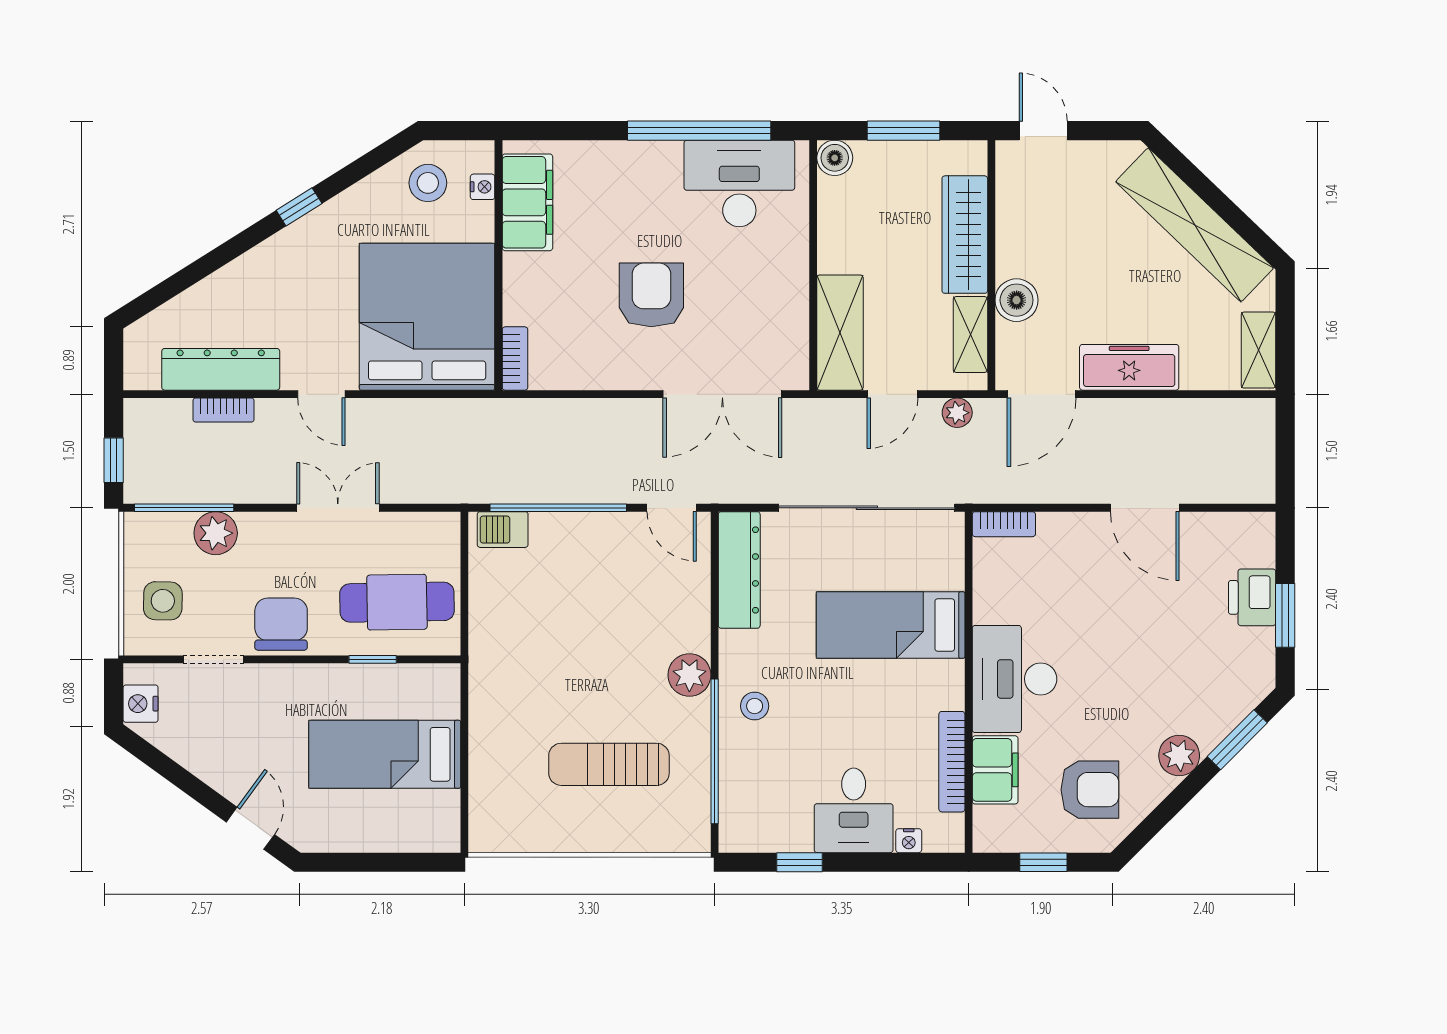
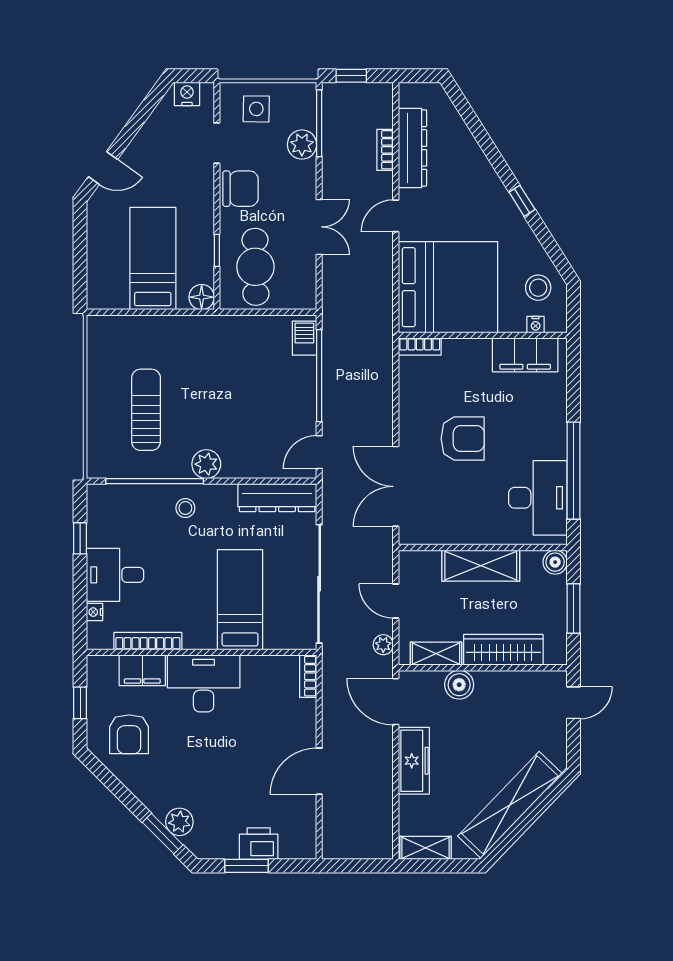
shelving: (840, 333) -> (481, 566), moved
floor lamp: (442, 682) -> (202, 297), added
plant: (1179, 756) -> (179, 822), moved

